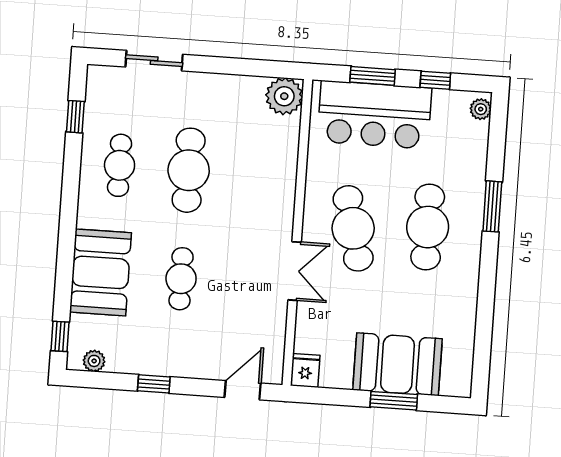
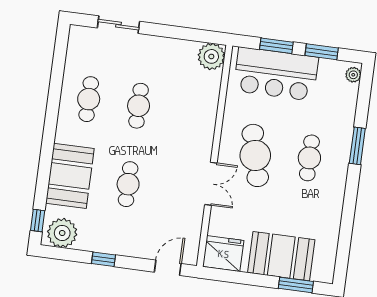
window: (435, 80) -> (322, 52), width x1.50
window: (75, 117) -> (59, 62), removed
cafe table: (189, 170) -> (139, 106), width x0.73, depth x0.74
cafe table: (428, 227) -> (309, 158), width x0.73, depth x0.74
plant: (94, 361) -> (62, 233), width x1.87, depth x1.87
fridge: (305, 370) -> (223, 254), width x1.88, depth x1.34
window: (394, 401) -> (296, 285), moved

